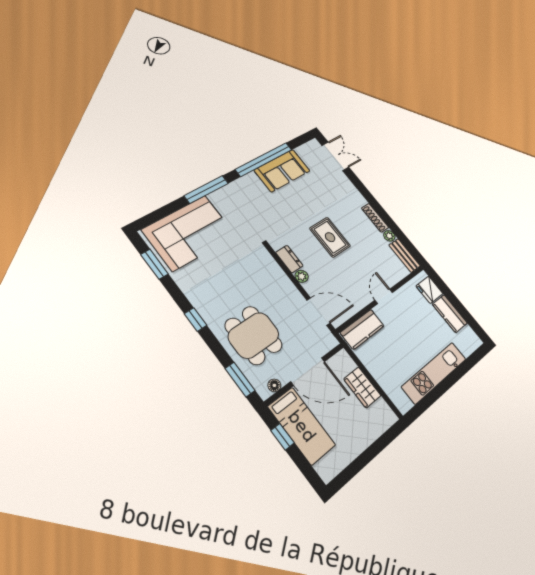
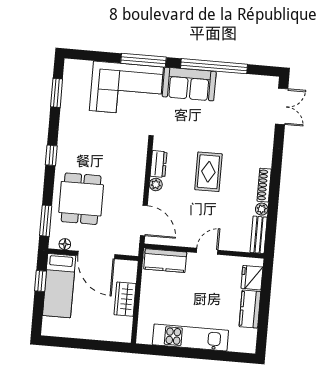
sofa: (282, 170) -> (189, 84), moved
corner sofa: (189, 233) -> (126, 89), moved

